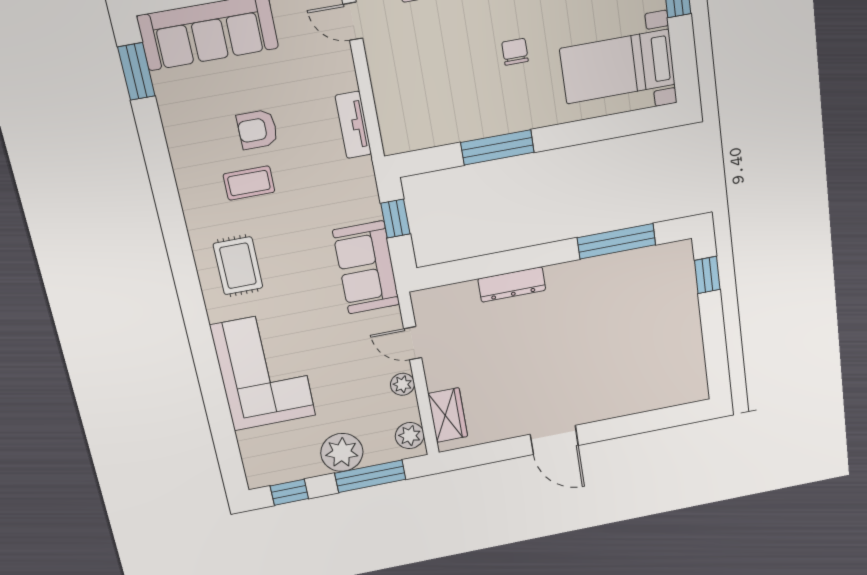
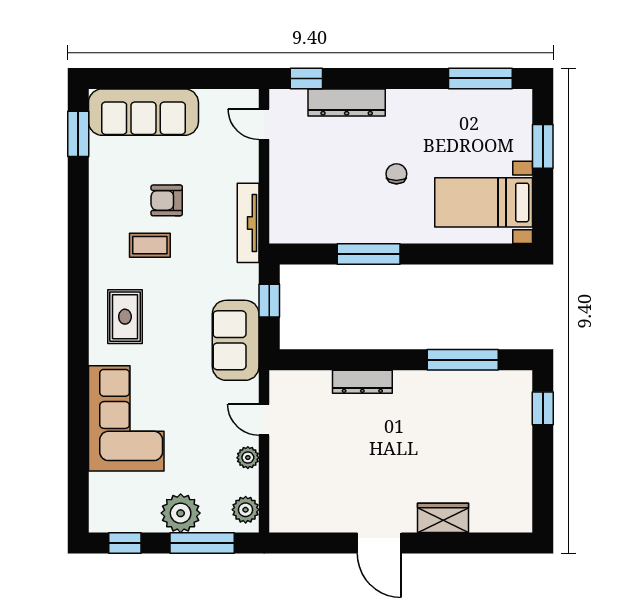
tv unit: (353, 125) -> (248, 223), width x1.41
wardrobe: (448, 415) -> (443, 518), moved, turned -90

